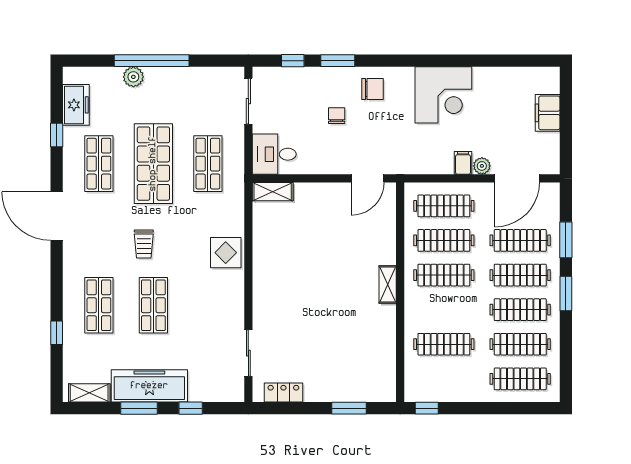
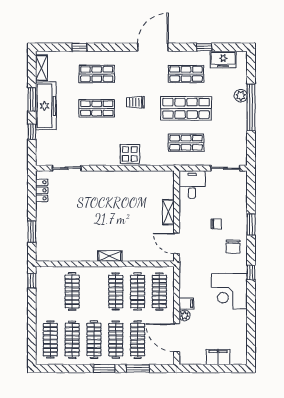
window: (293, 61) -> (251, 272), moved
shelving: (273, 192) -> (168, 212), moved

